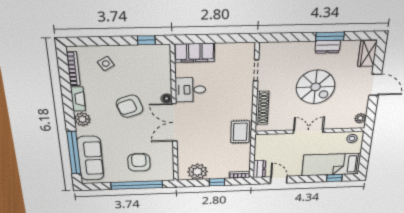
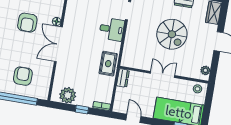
desk: (190, 90) -> (112, 29), moved, turned 180
armchair: (130, 106) -> (27, 23), turned -71
shoe rack: (262, 108) -> (128, 45), removed
dresser: (259, 169) -> (123, 78), moved

